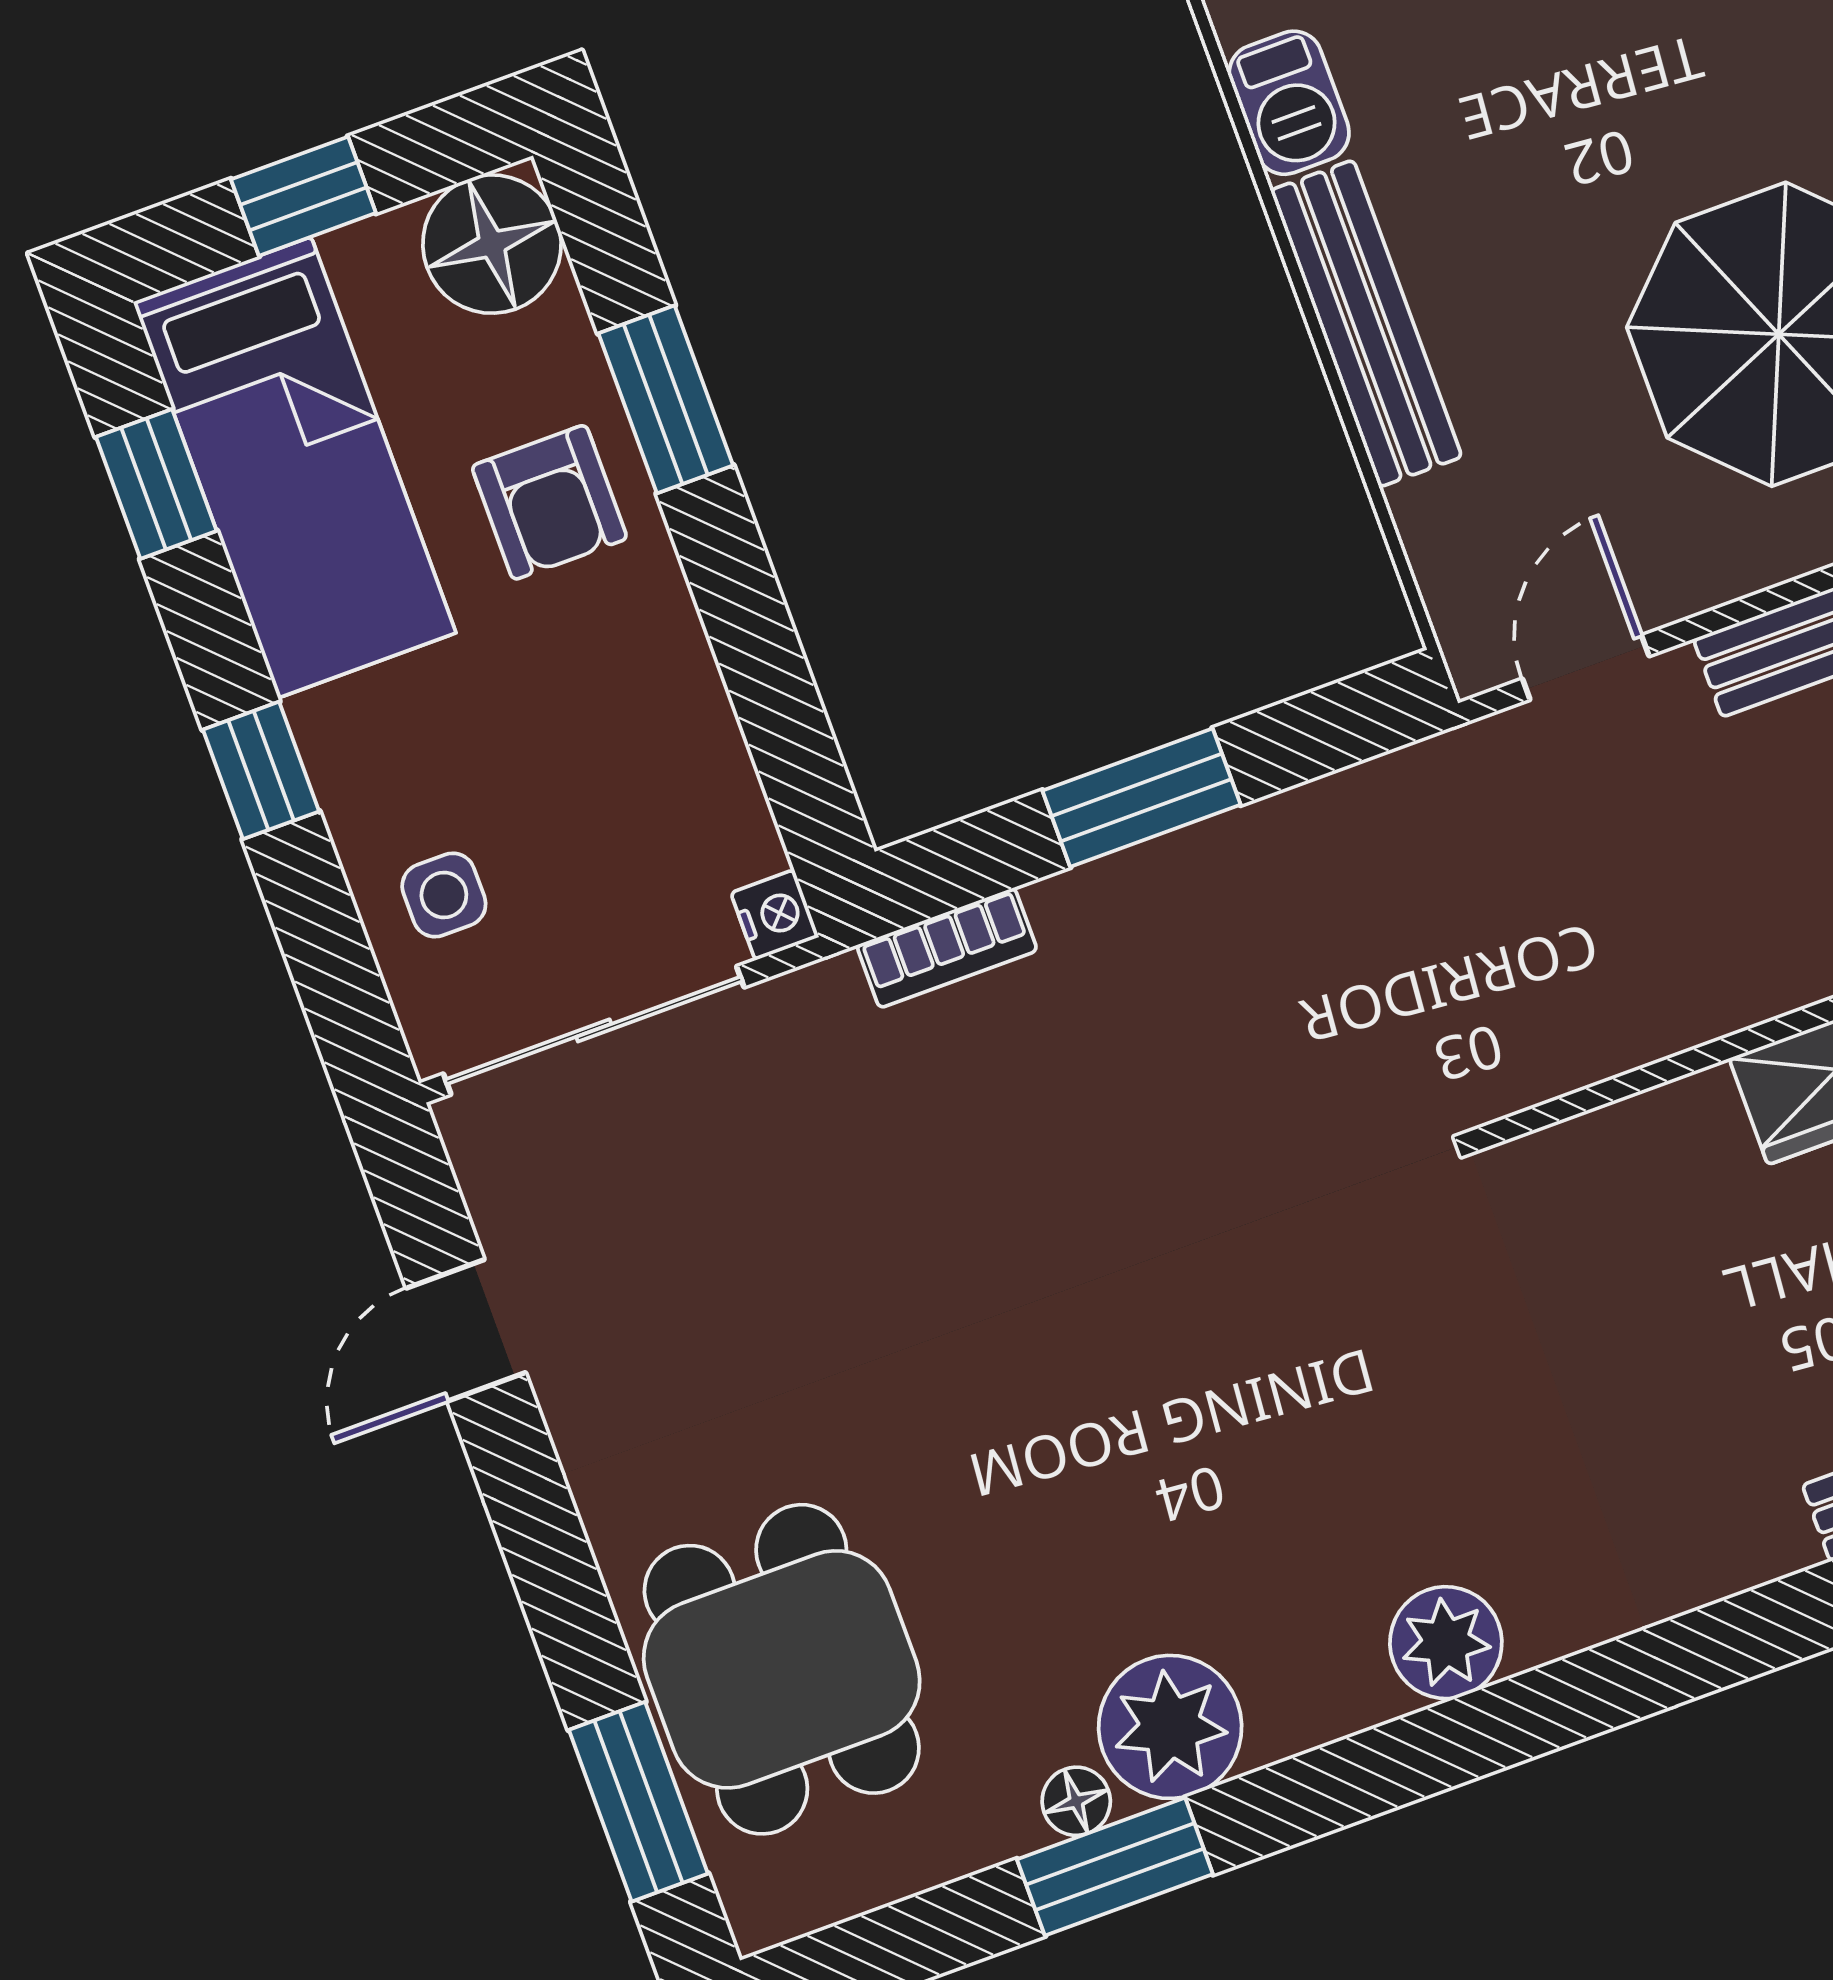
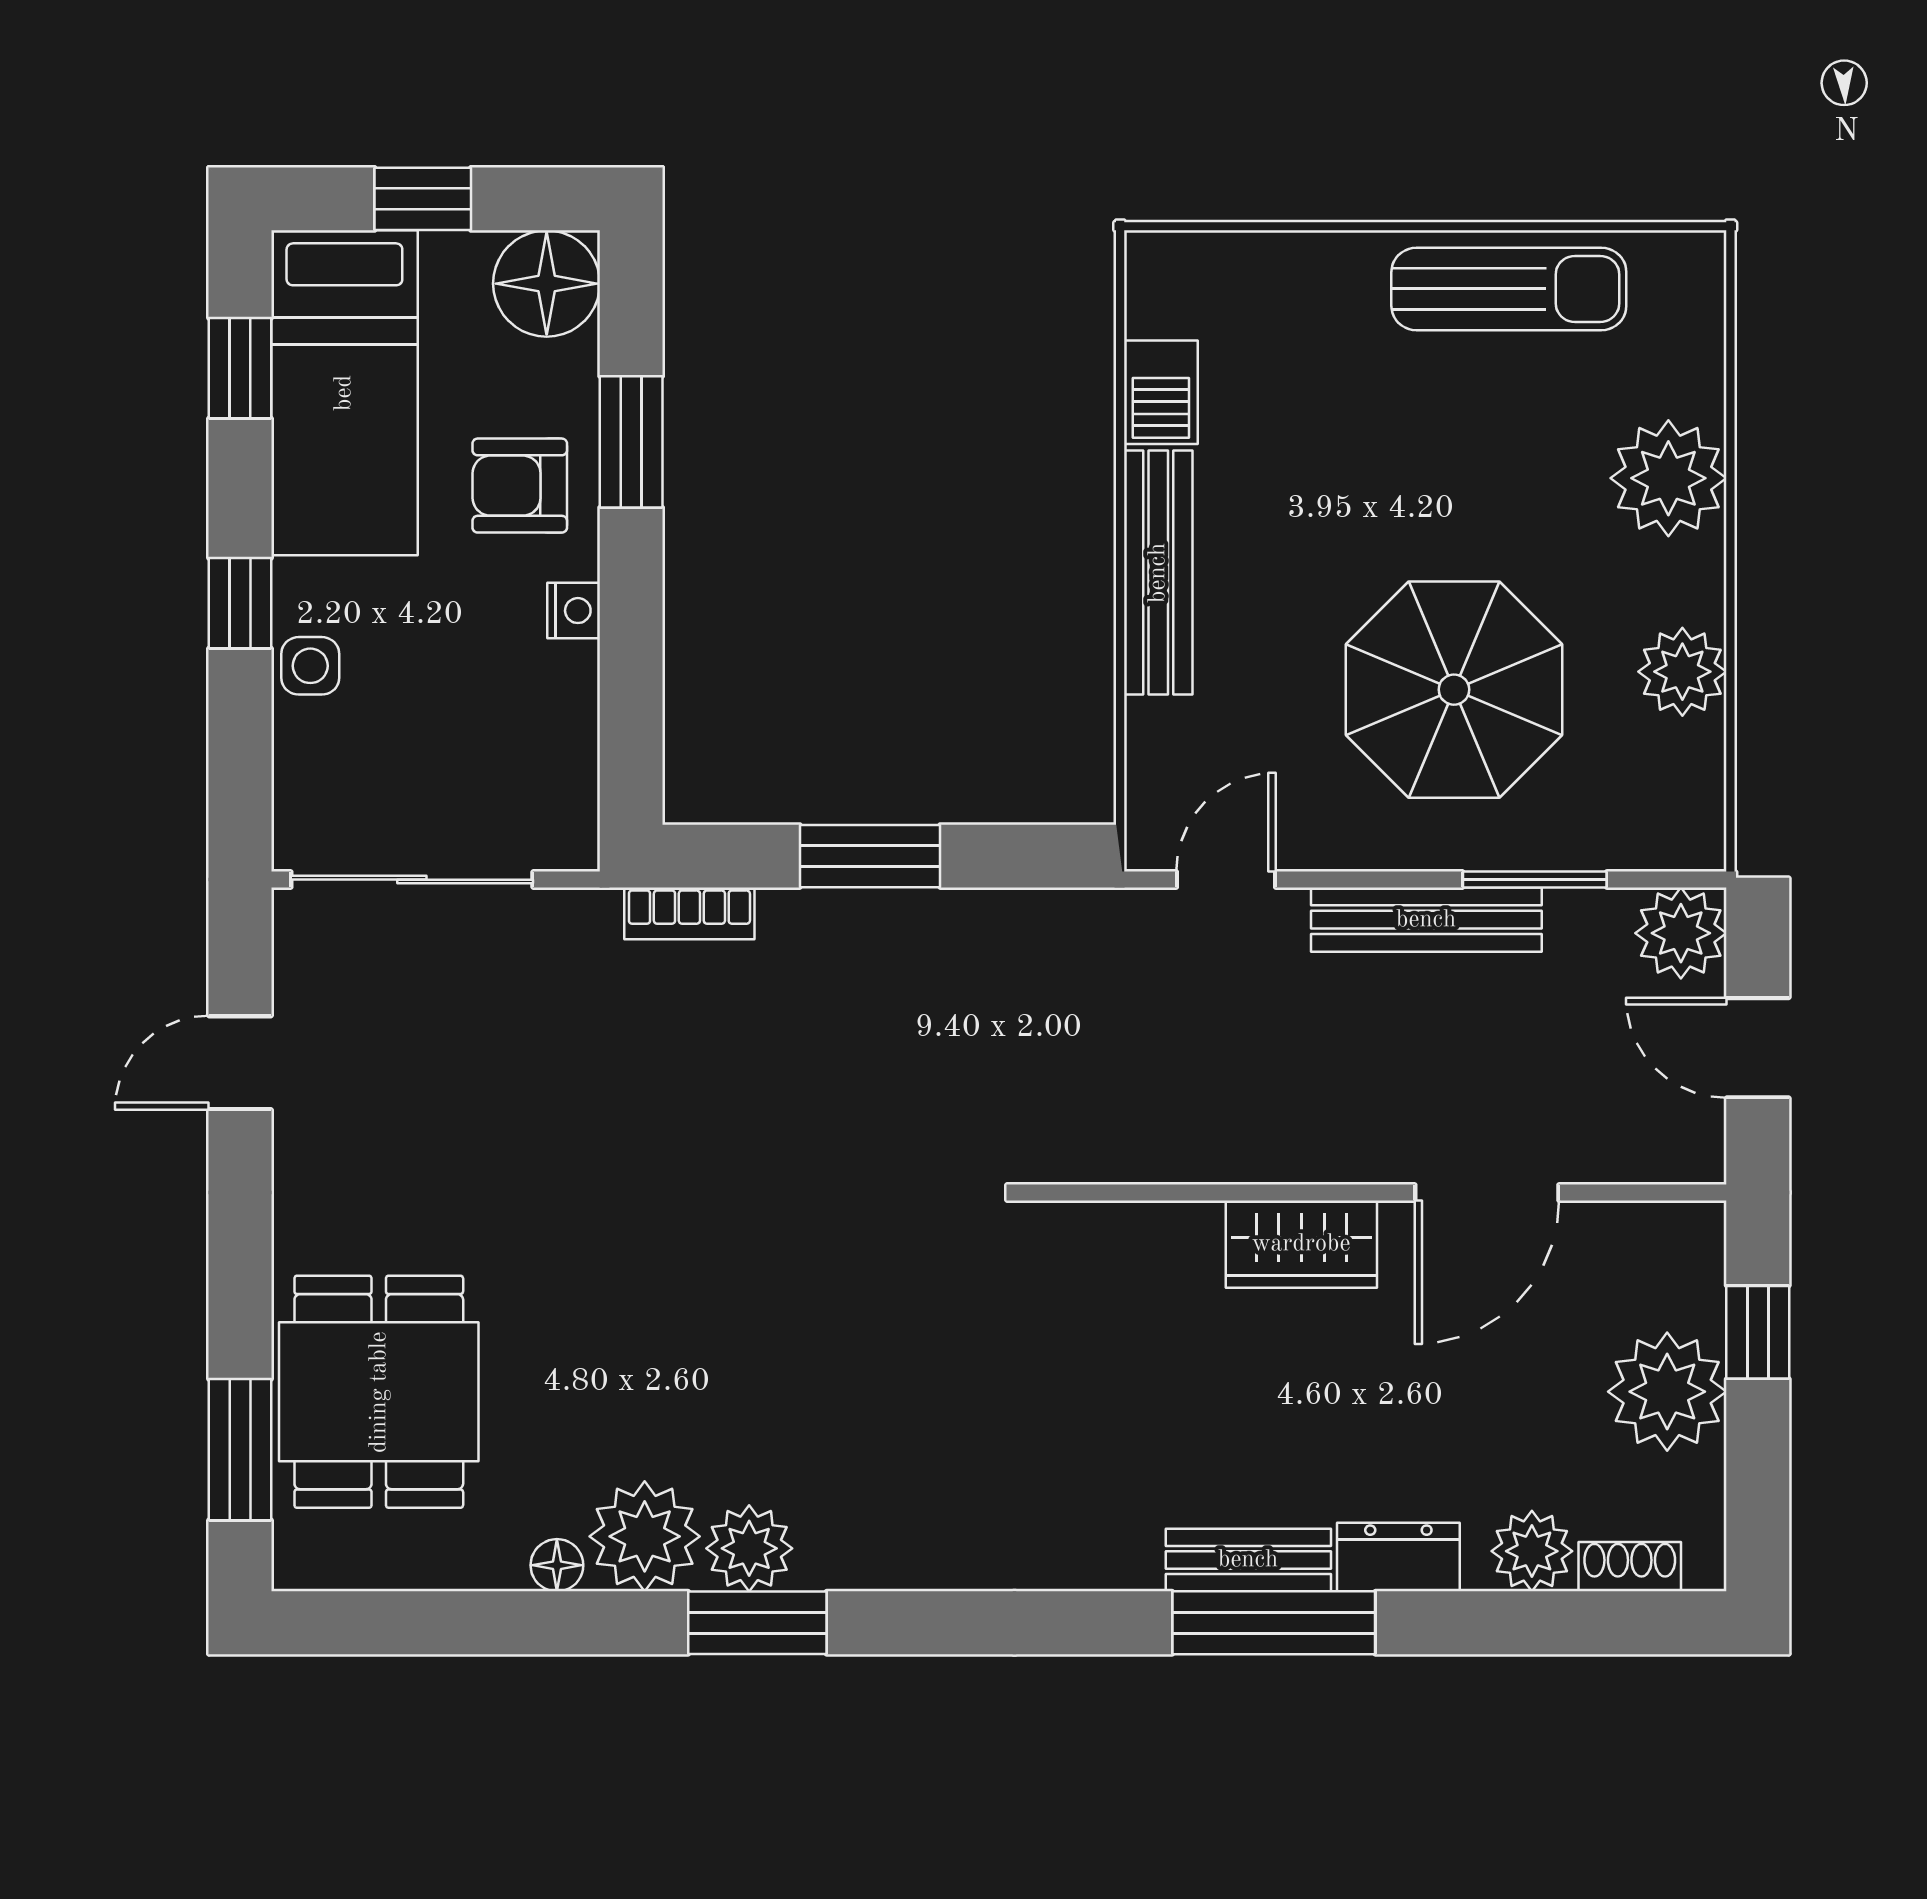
armchair: (549, 502) -> (520, 486), turned 90
side table: (444, 895) -> (310, 666), moved
nightstand: (775, 915) -> (574, 611), moved
plant: (1446, 1643) -> (749, 1548), moved
window: (1115, 1867) -> (757, 1623), moved

